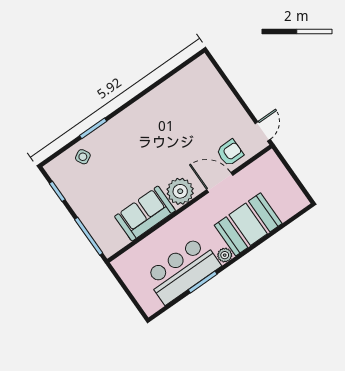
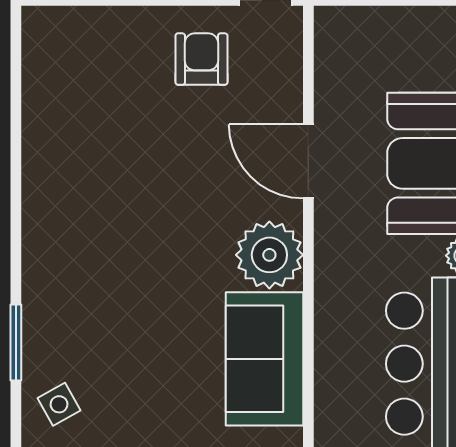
armchair: (230, 153) -> (201, 59), moved
door: (220, 182) -> (308, 161), hinge flipped

